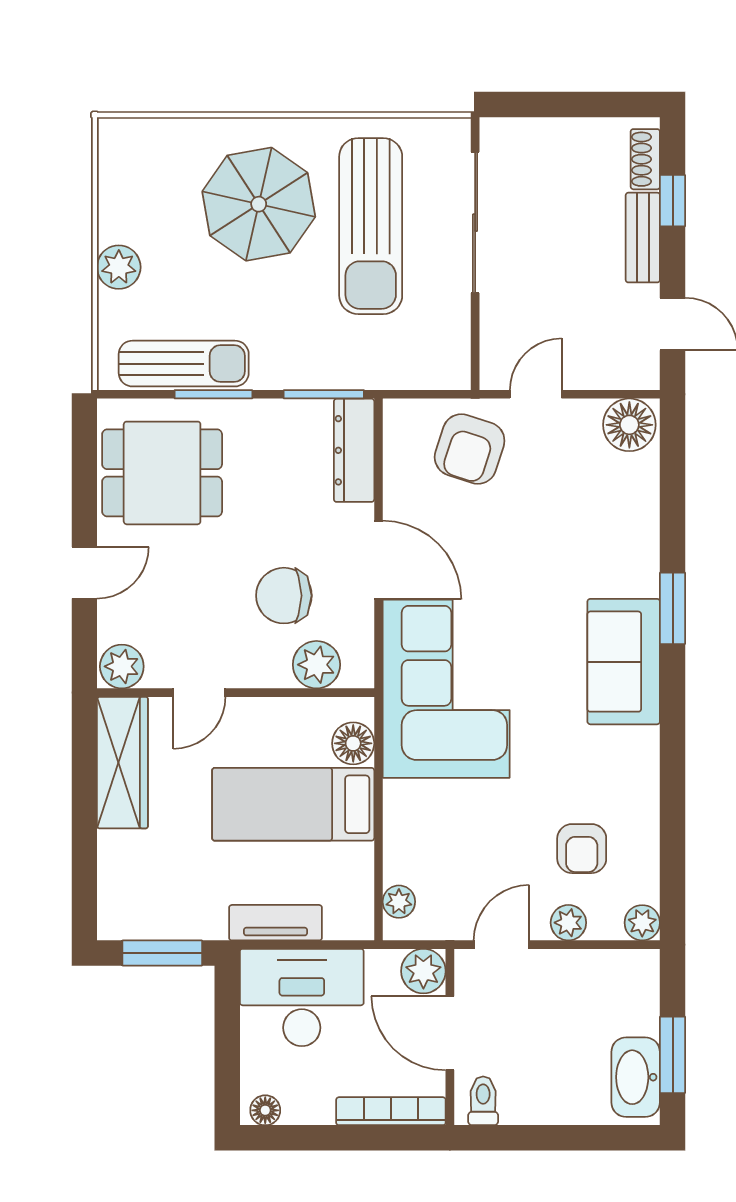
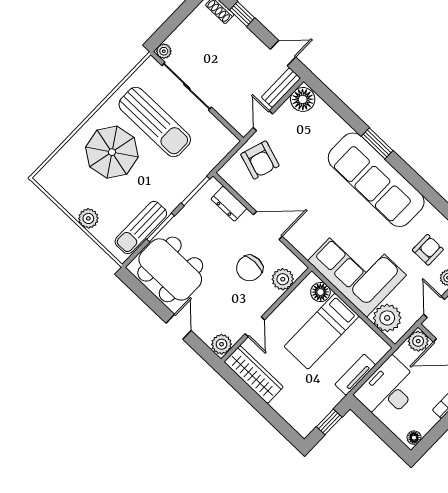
plant: (496, 133) -> (164, 51), added
bench: (643, 238) -> (281, 88), moved, turned 90
sun lounger: (184, 364) -> (141, 228), turned 180
dresser: (354, 450) -> (229, 204), width x0.70
dining table: (162, 473) -> (170, 269), width x1.38
sofa: (624, 662) -> (376, 180), width x1.85, depth x1.27
corner sofa: (446, 689) -> (357, 268), moved
armchair: (582, 849) -> (428, 250), turned -90
plant: (399, 902) -> (387, 318), width x1.88, depth x1.88
window: (162, 953) -> (329, 422), width x0.67

